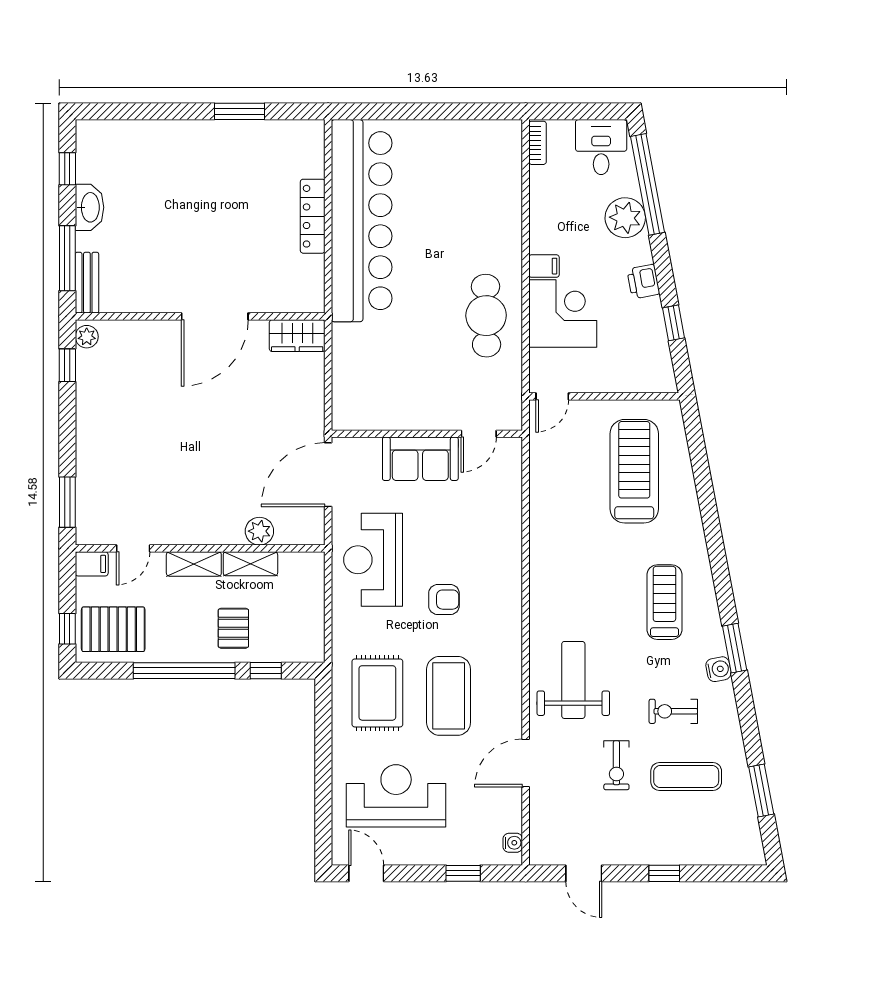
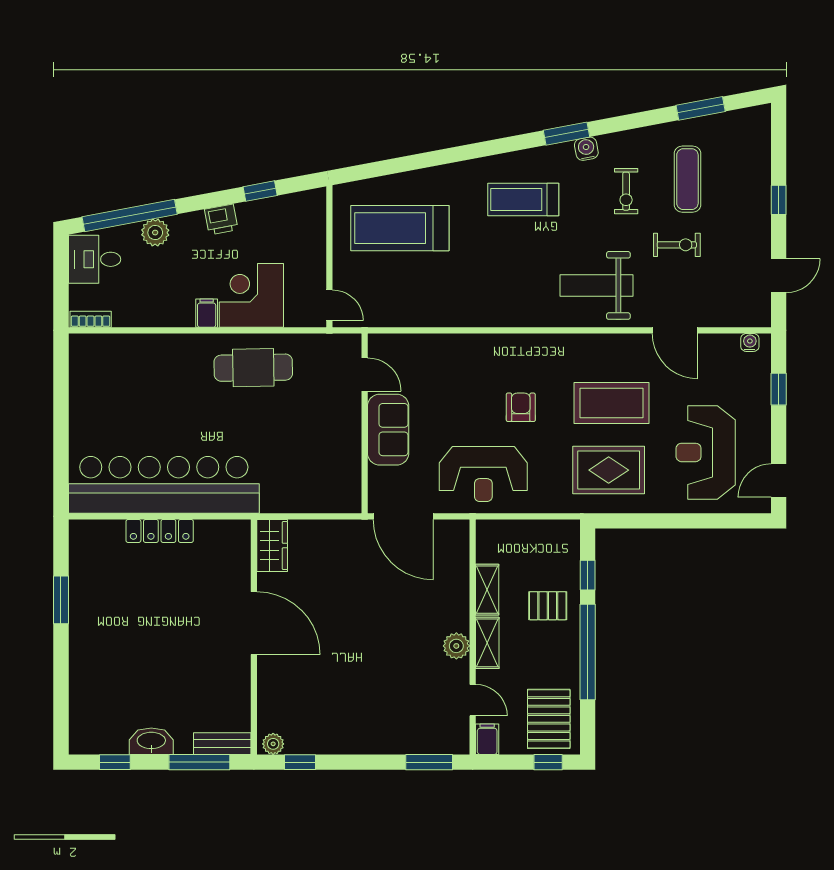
plant: (625, 218) -> (155, 233), width x0.73, depth x0.73
plant: (259, 531) -> (456, 646), moved

